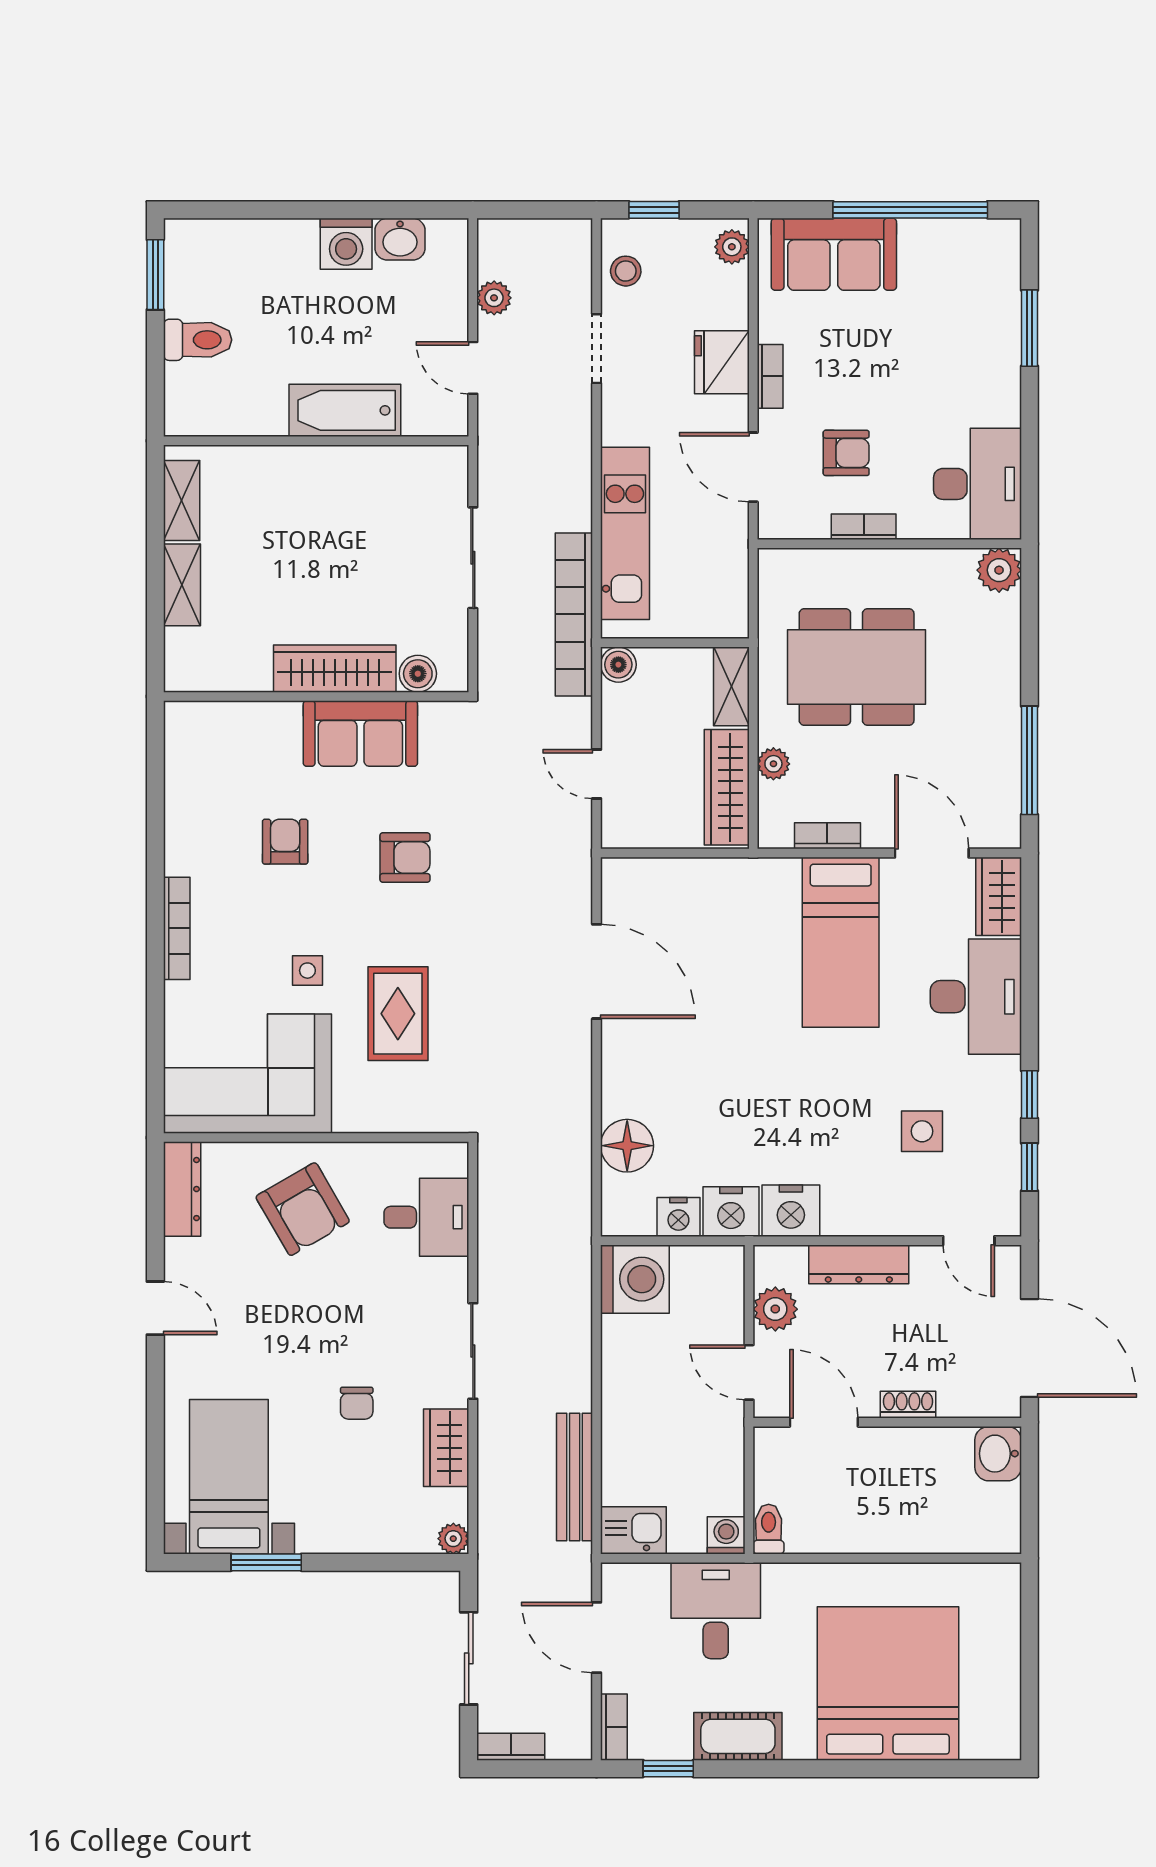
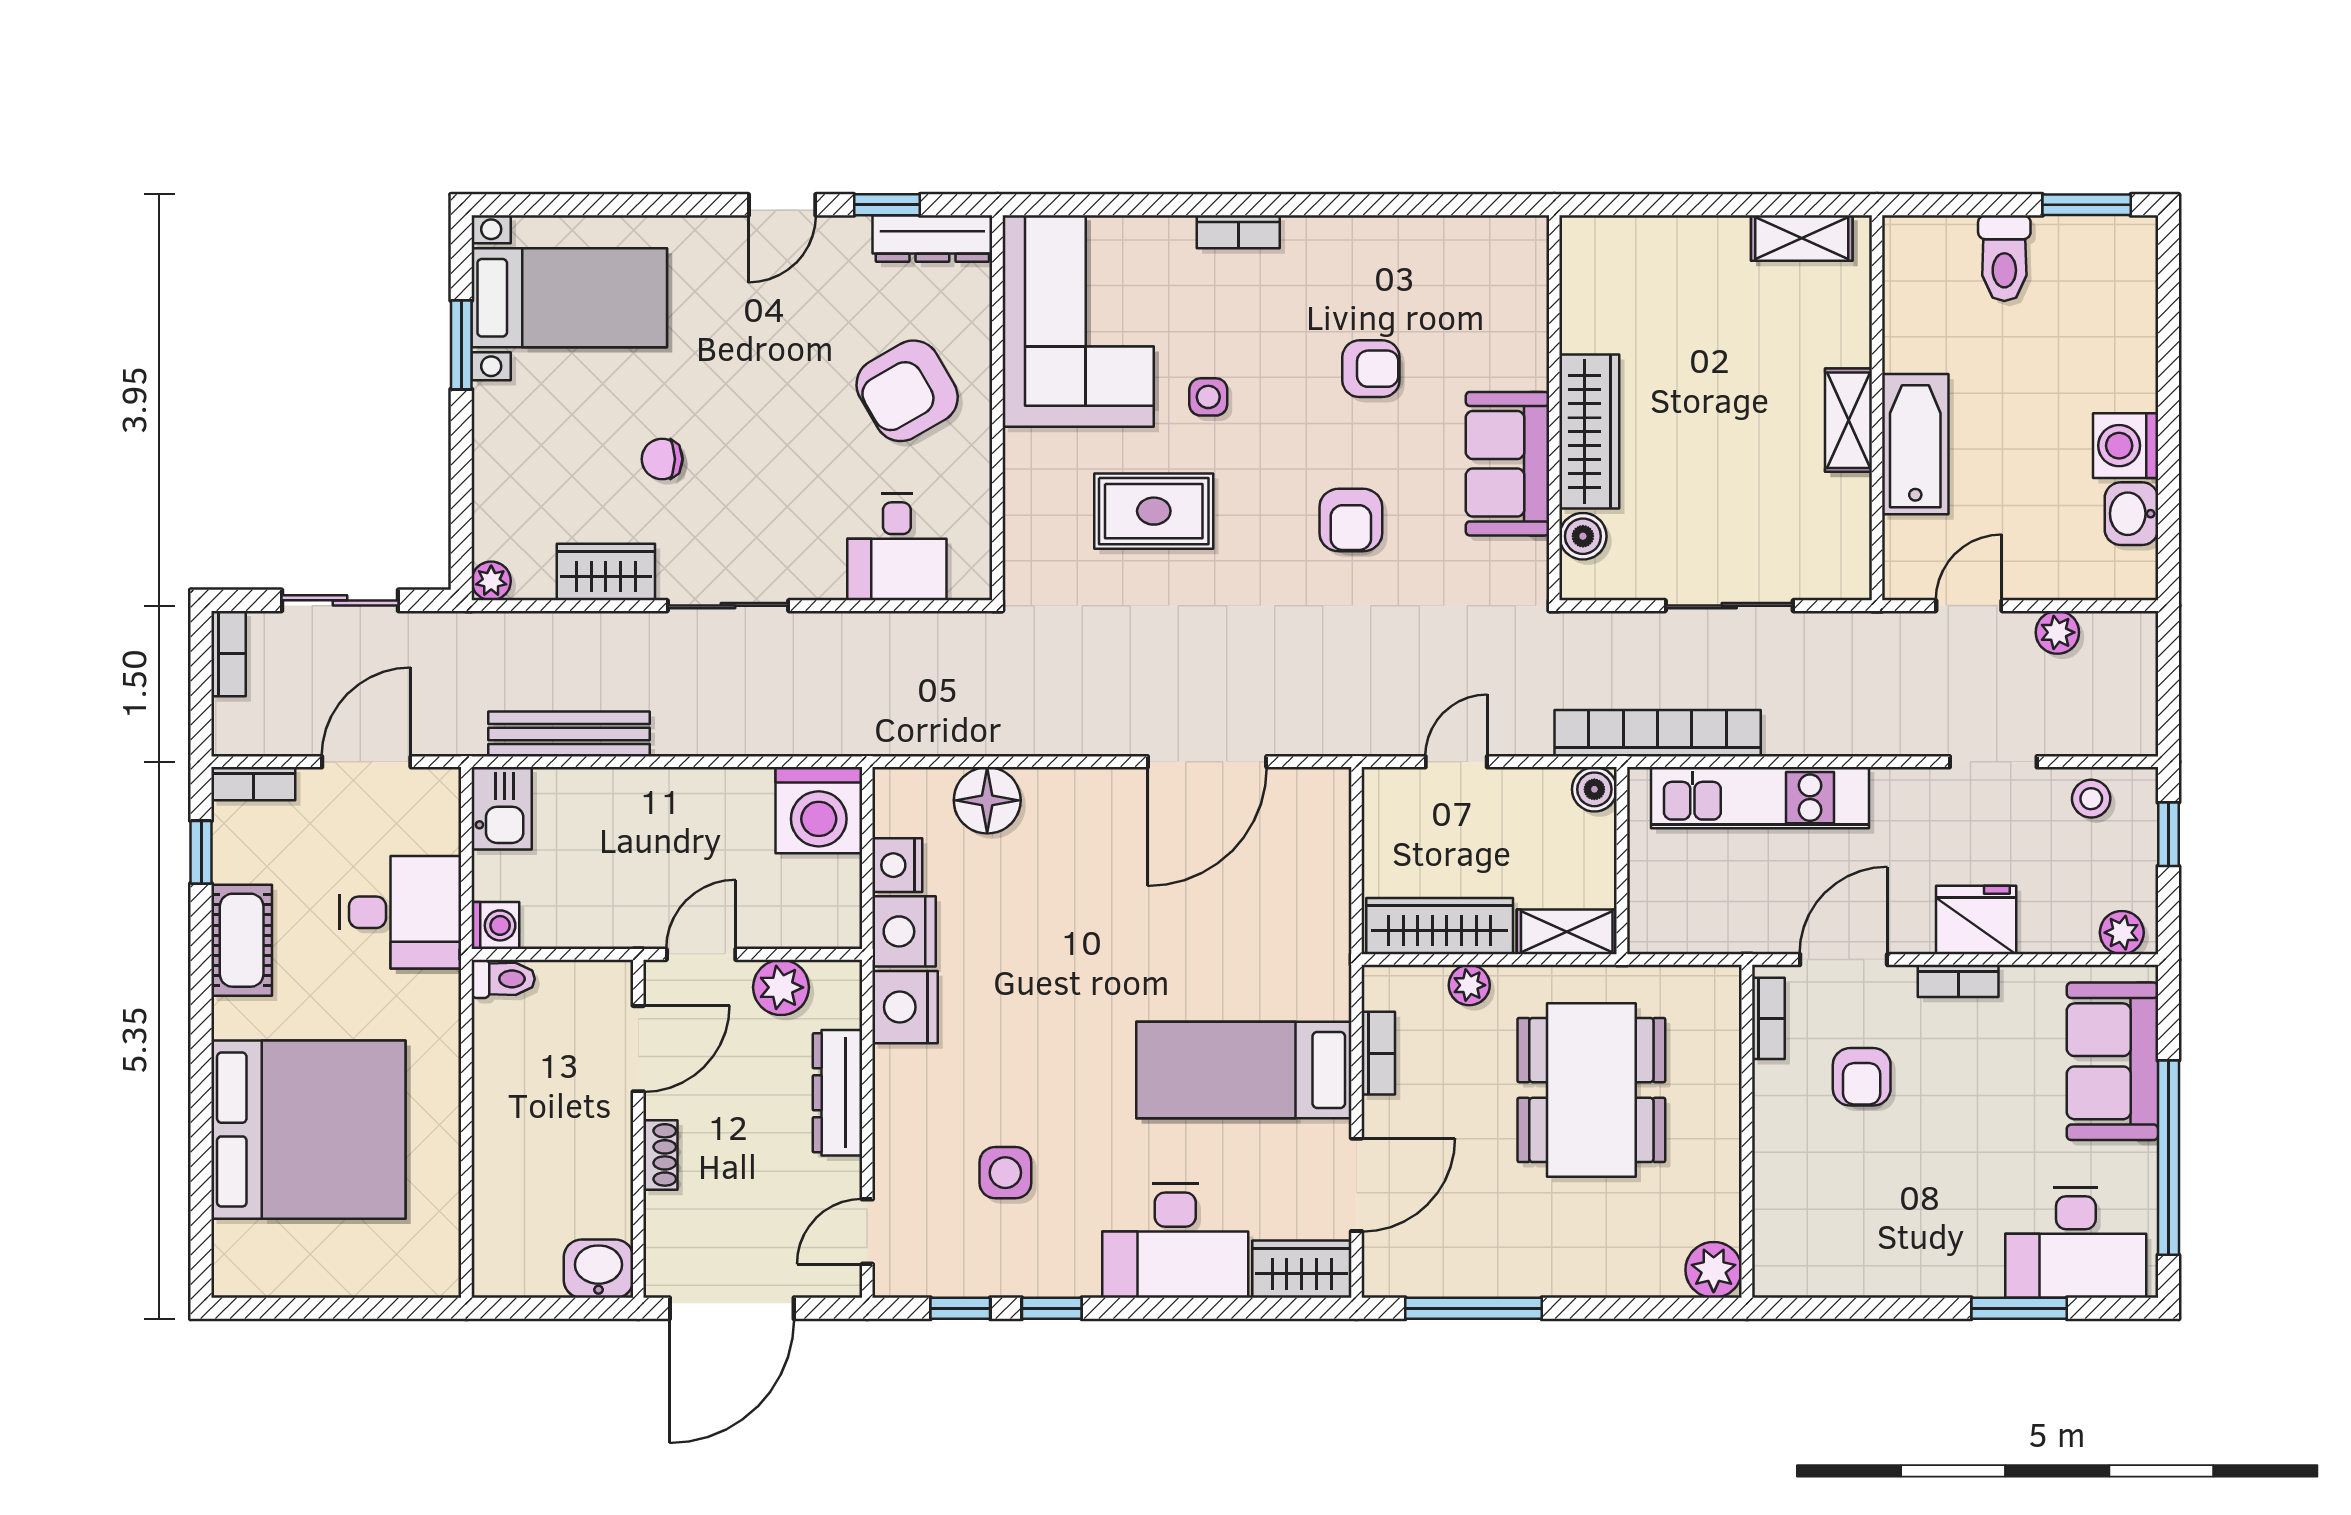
desk: (977, 484) -> (2076, 1243), moved
bookcase: (864, 527) -> (1768, 1018), moved
shelving: (182, 585) -> (1848, 420), moved, turned 90
bookcase: (177, 928) -> (1238, 232), width x0.64
window: (155, 1225) -> (887, 205), added

